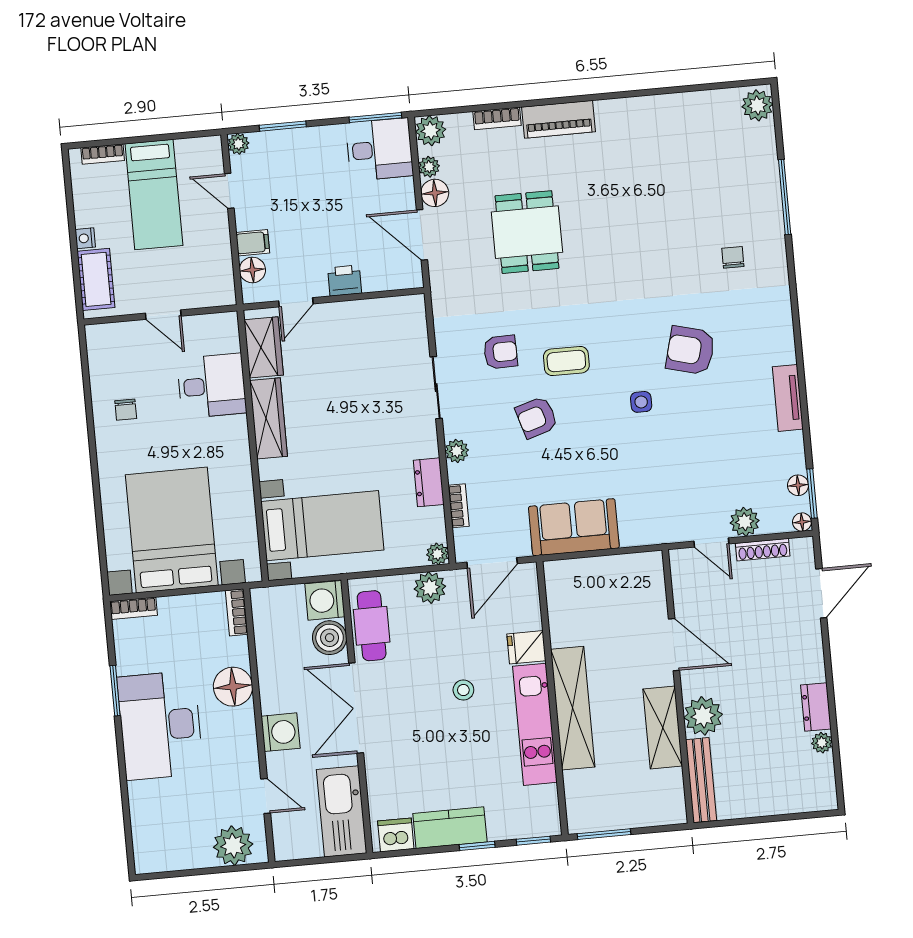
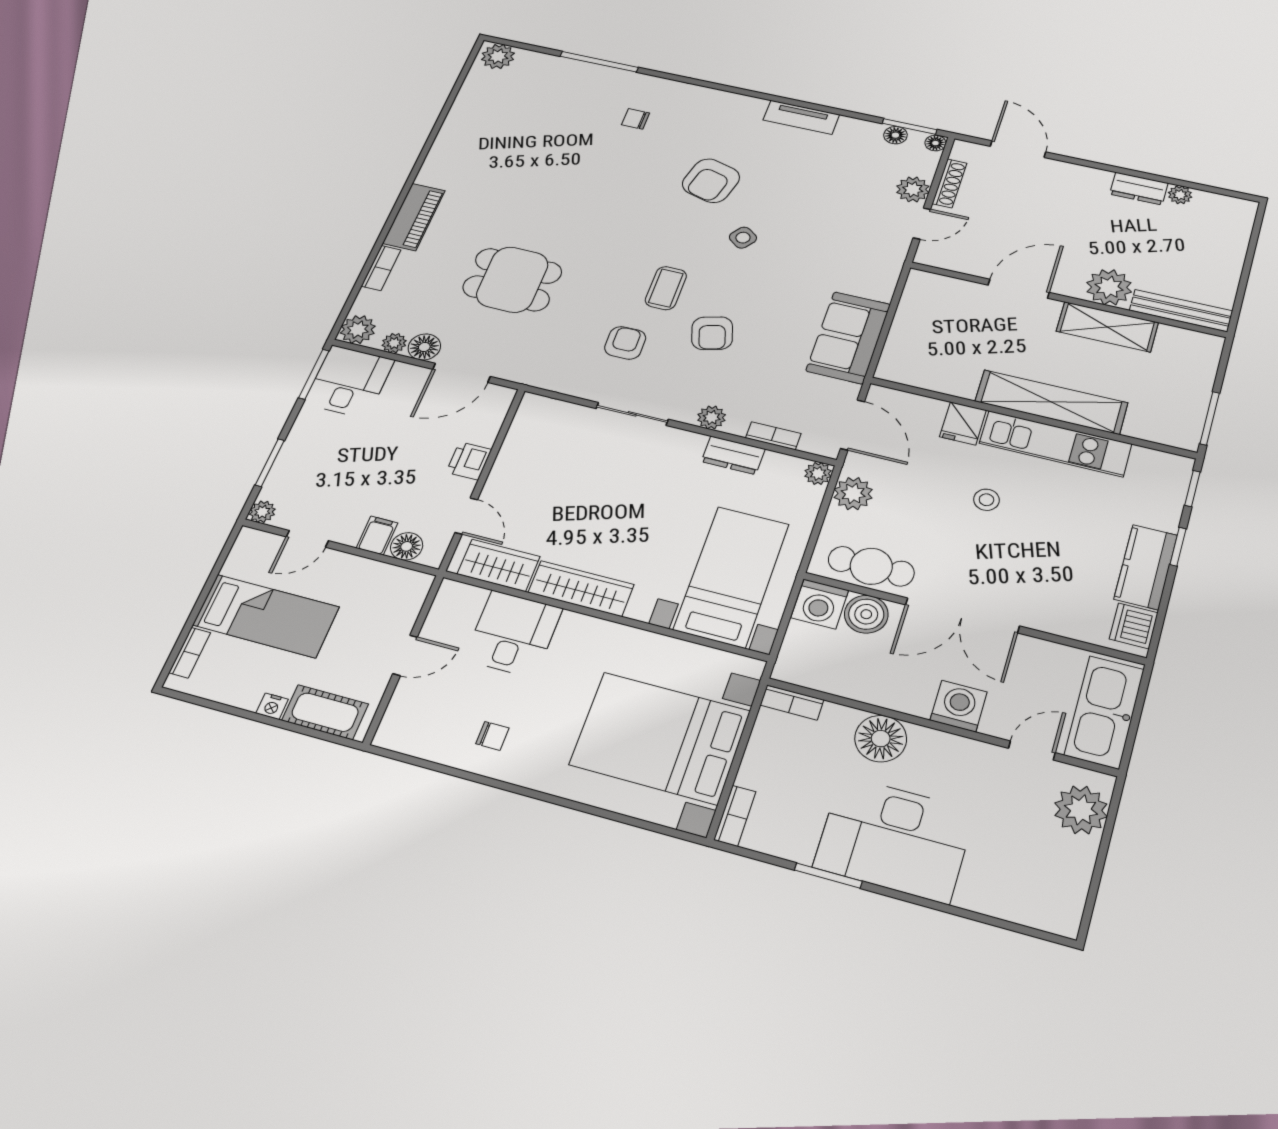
side table: (641, 402) -> (743, 238), turned 37
kitchen sink: (342, 811) -> (1104, 712), moved, turned 90

